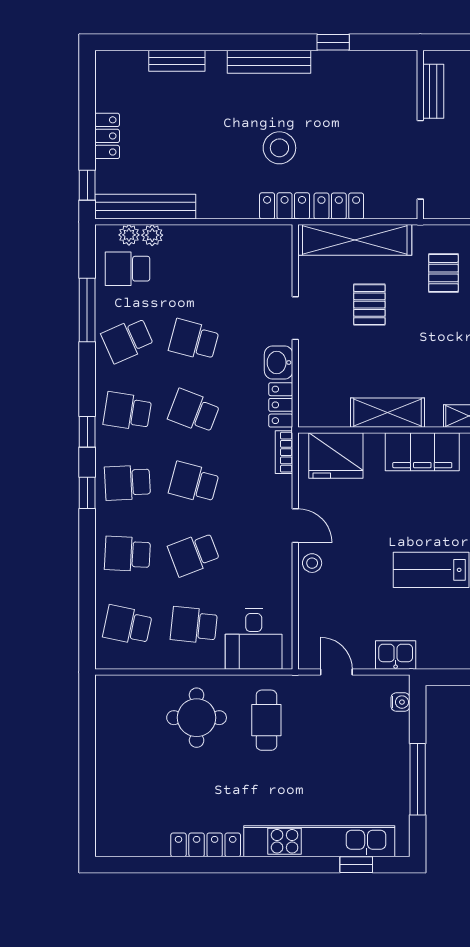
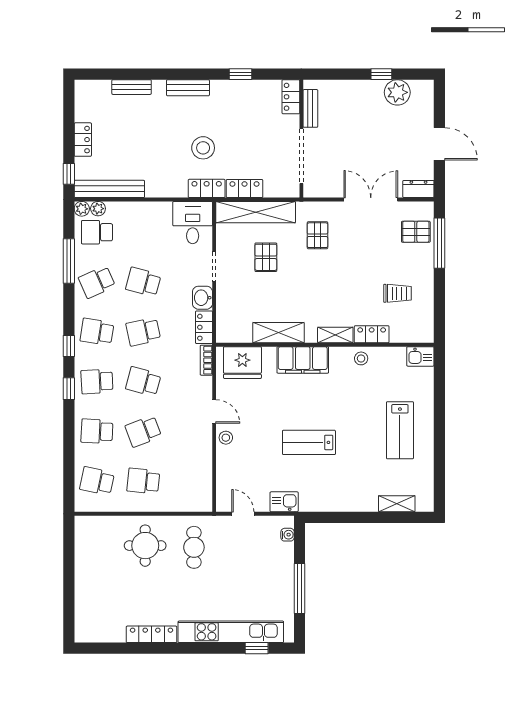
bench: (269, 62) -> (188, 88), width x0.73
locker: (405, 75) -> (291, 97), added
plant: (152, 235) -> (82, 209), moved
school desk: (194, 411) -> (143, 332), turned -33
desk: (254, 639) -> (193, 223), moved, turned 180

